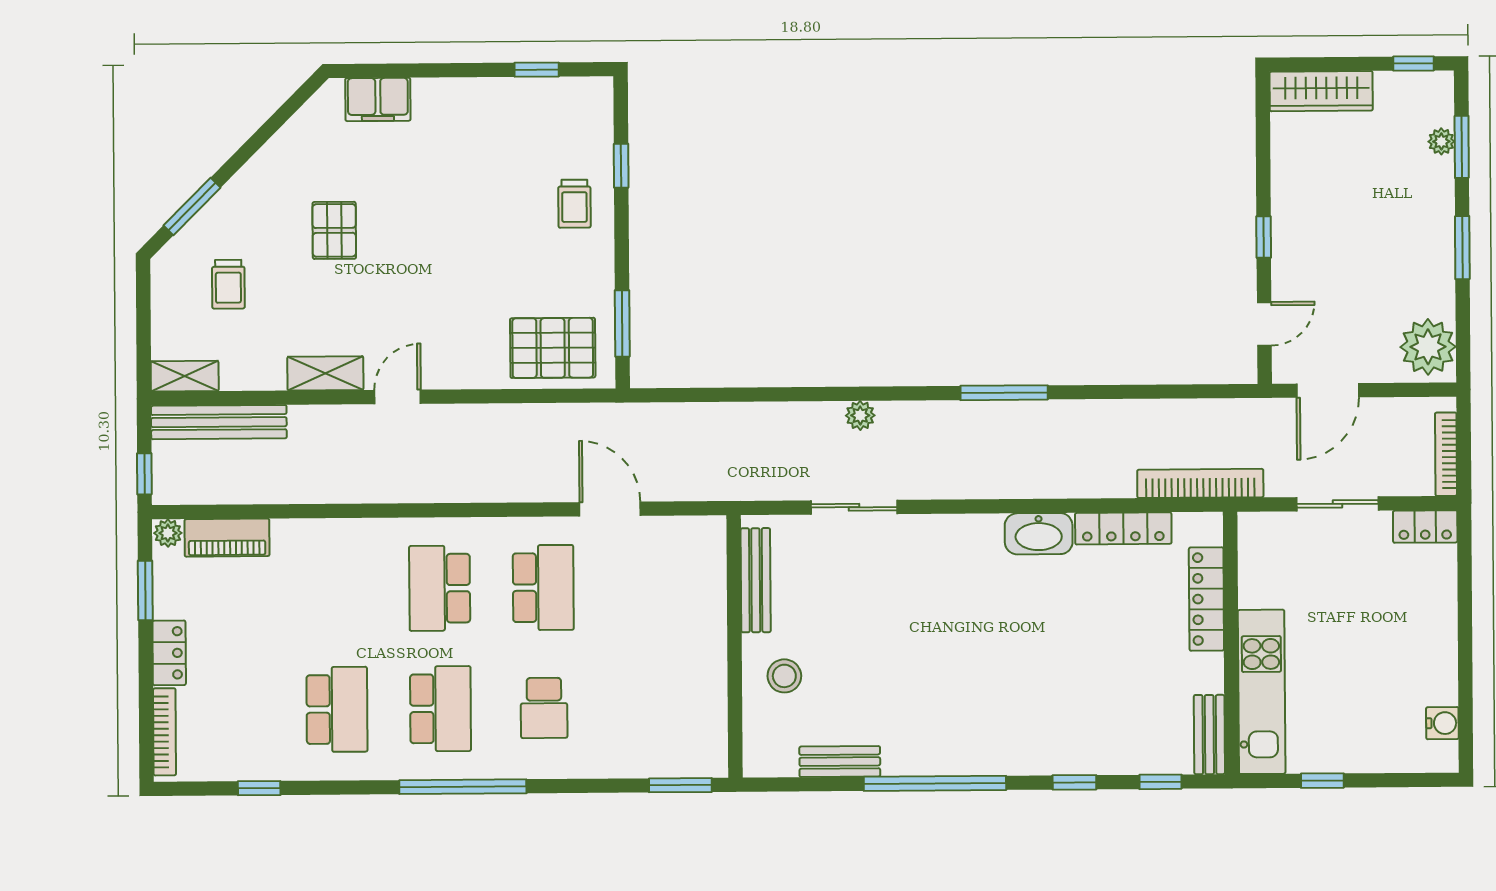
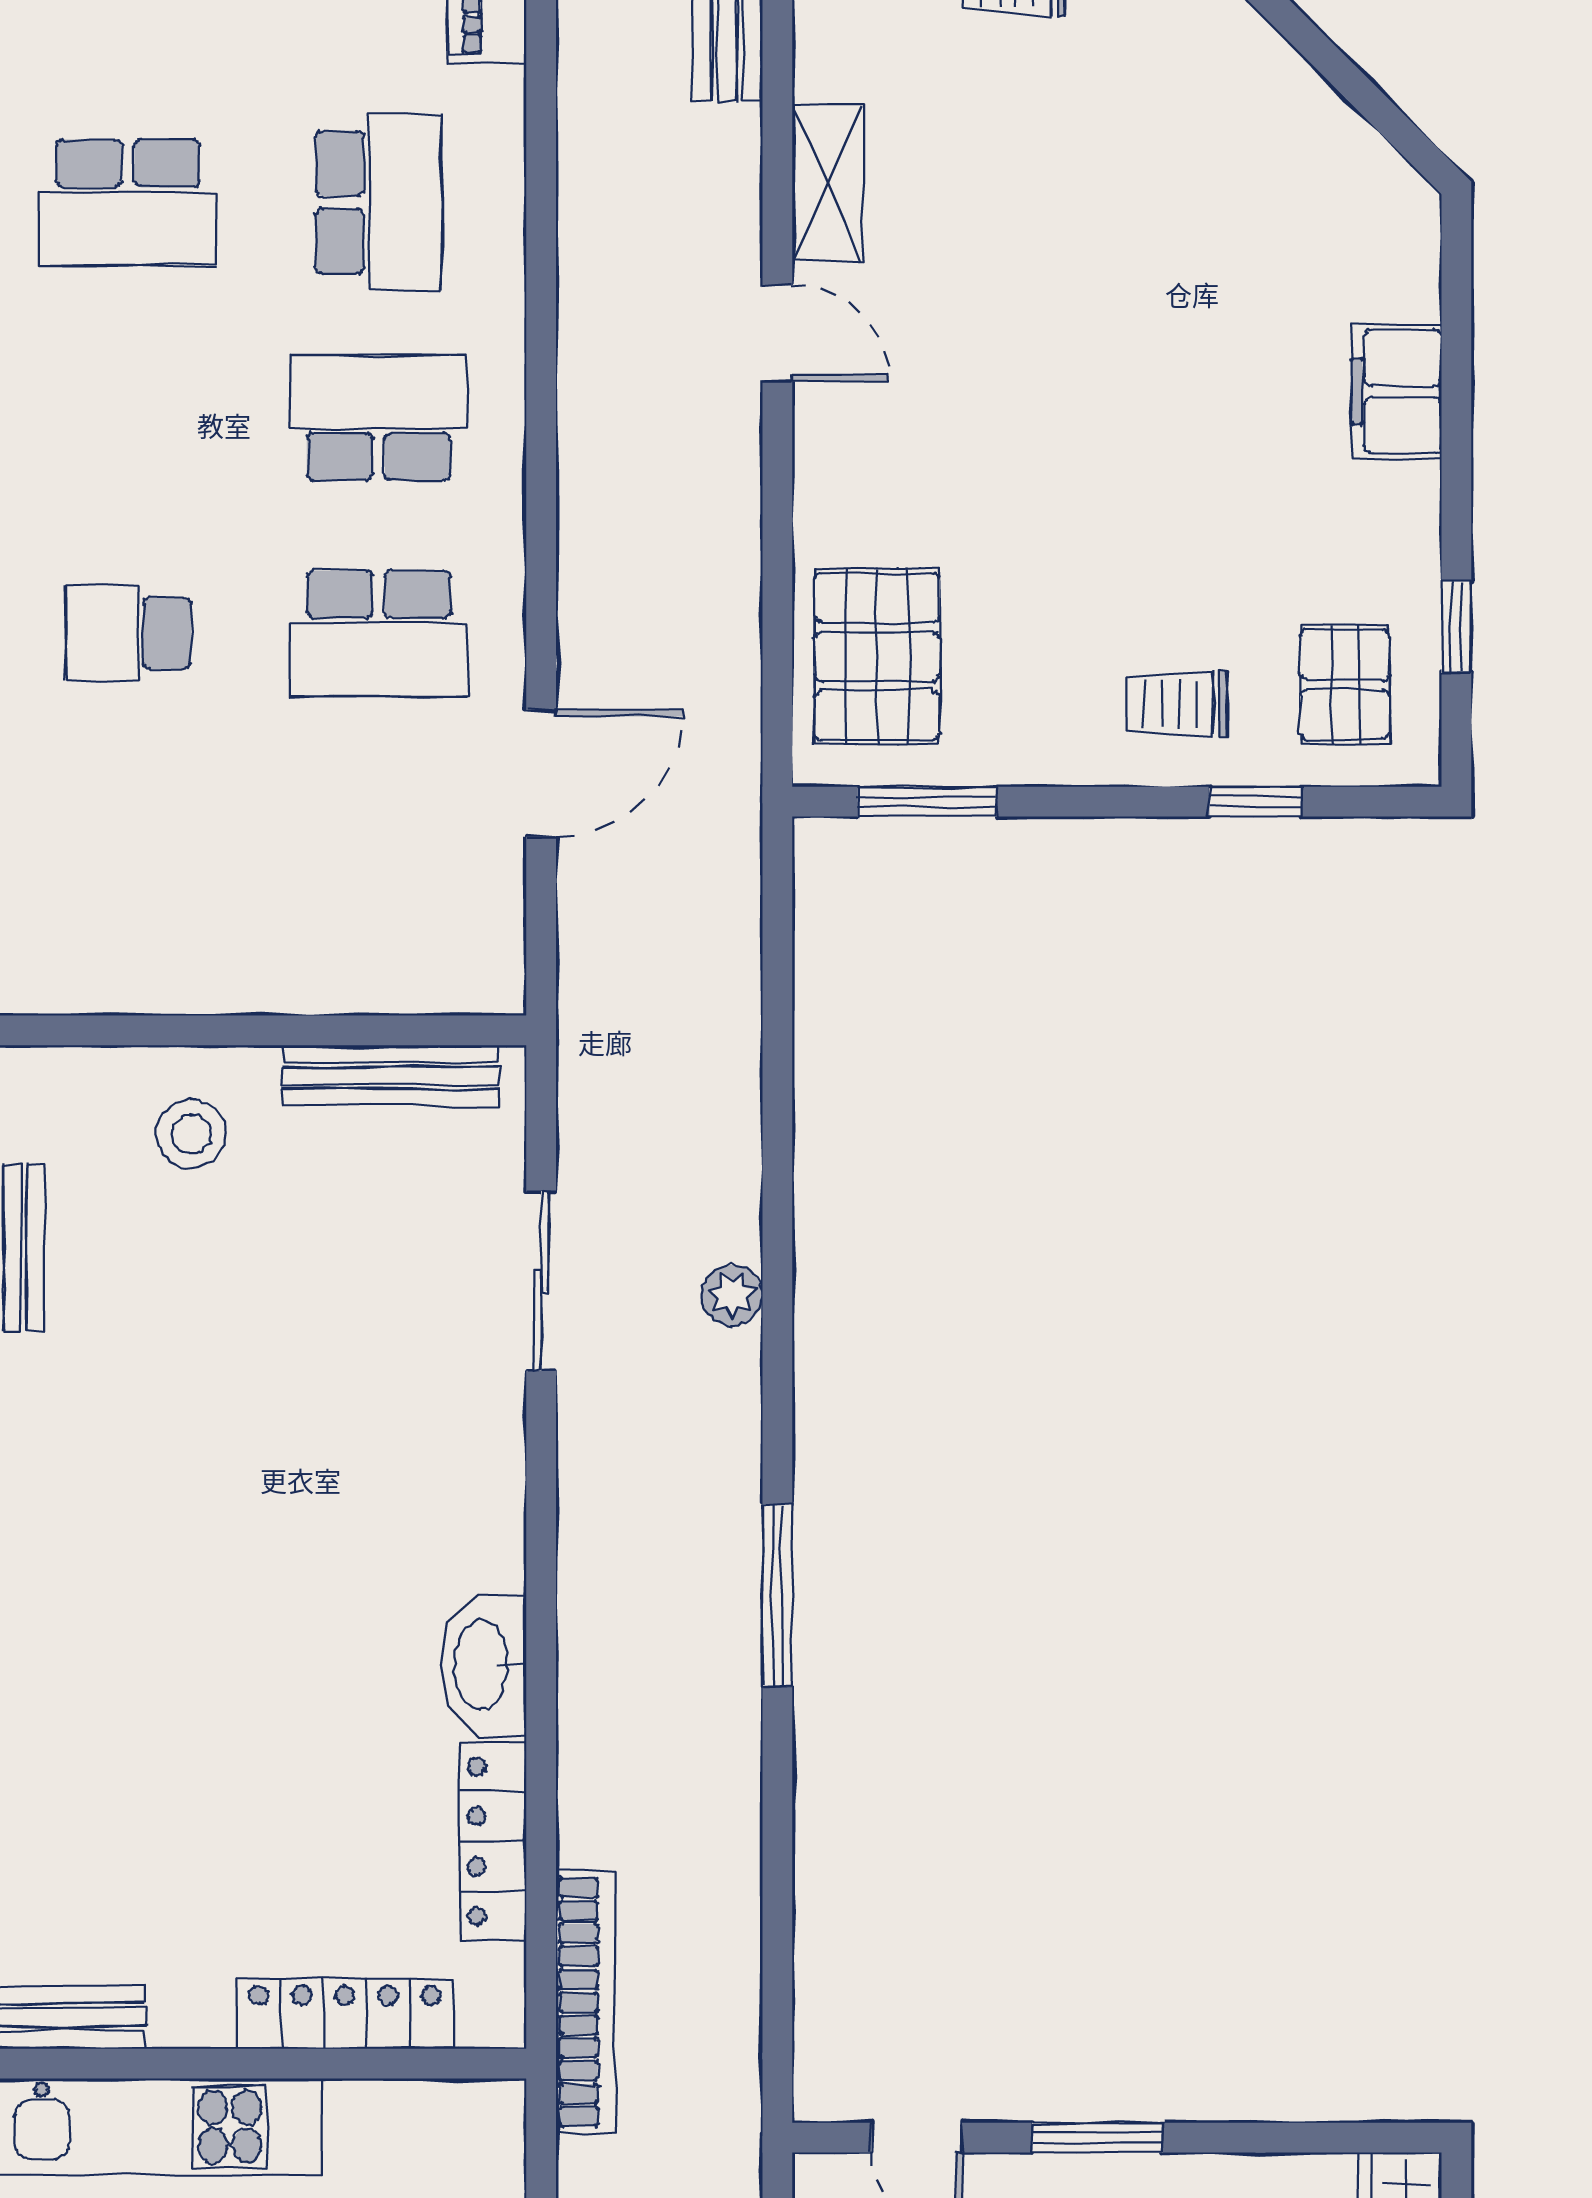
filing cabinet: (378, 99) -> (1397, 391), moved
pallet: (334, 230) -> (1345, 685), moved, turned 90
window: (1264, 237) -> (1097, 2138), width x1.50
school desk: (440, 709) -> (379, 202), moved, turned -90

